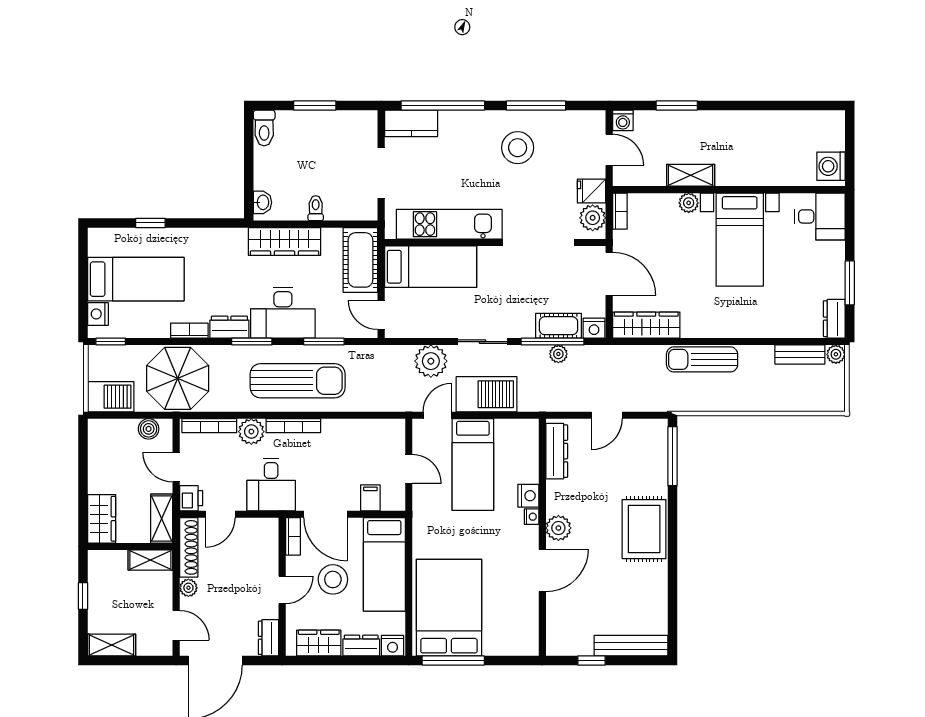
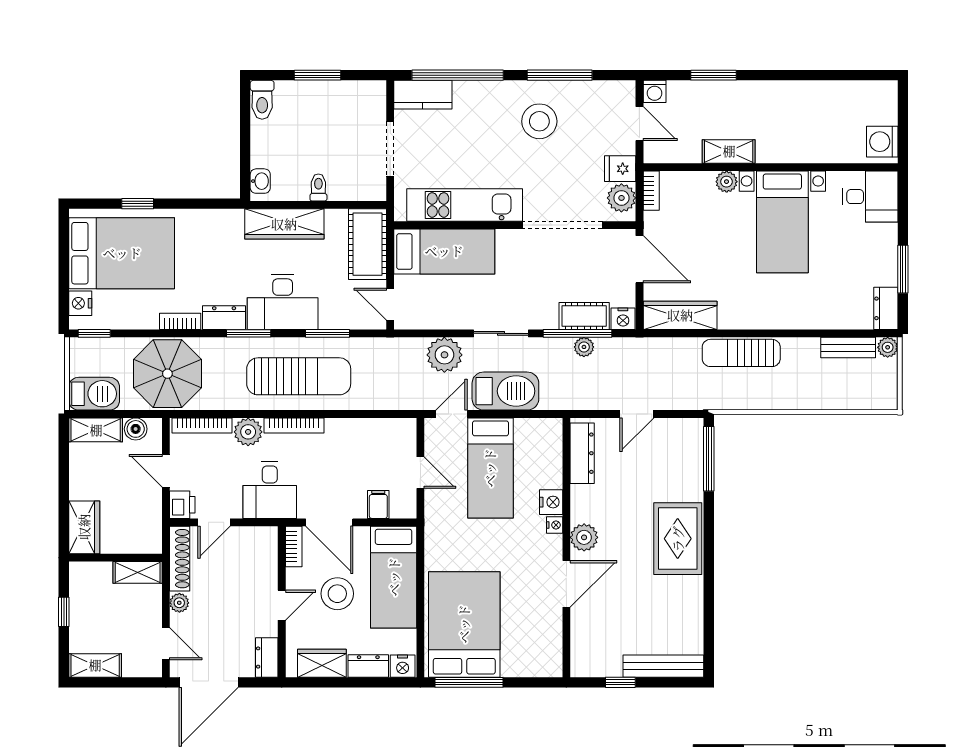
bed: (136, 279) -> (122, 253), width x1.50
shelving: (162, 519) -> (96, 430), moved, turned 90

